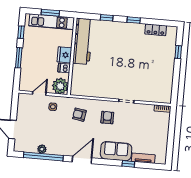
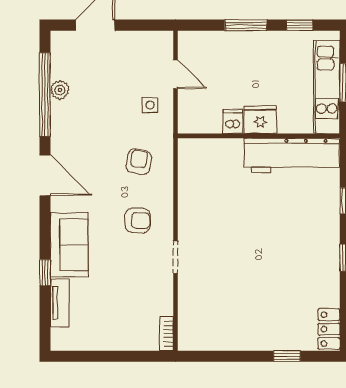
locker: (156, 30) -> (329, 329), moved
plant: (60, 86) -> (195, 117), removed

